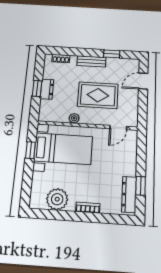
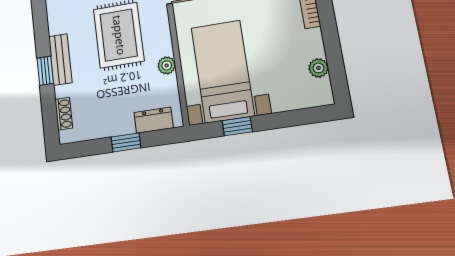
window: (112, 54) -> (45, 71), moved
dresser: (47, 89) -> (154, 120), moved
plant: (57, 199) -> (318, 68), width x0.53, depth x0.53

